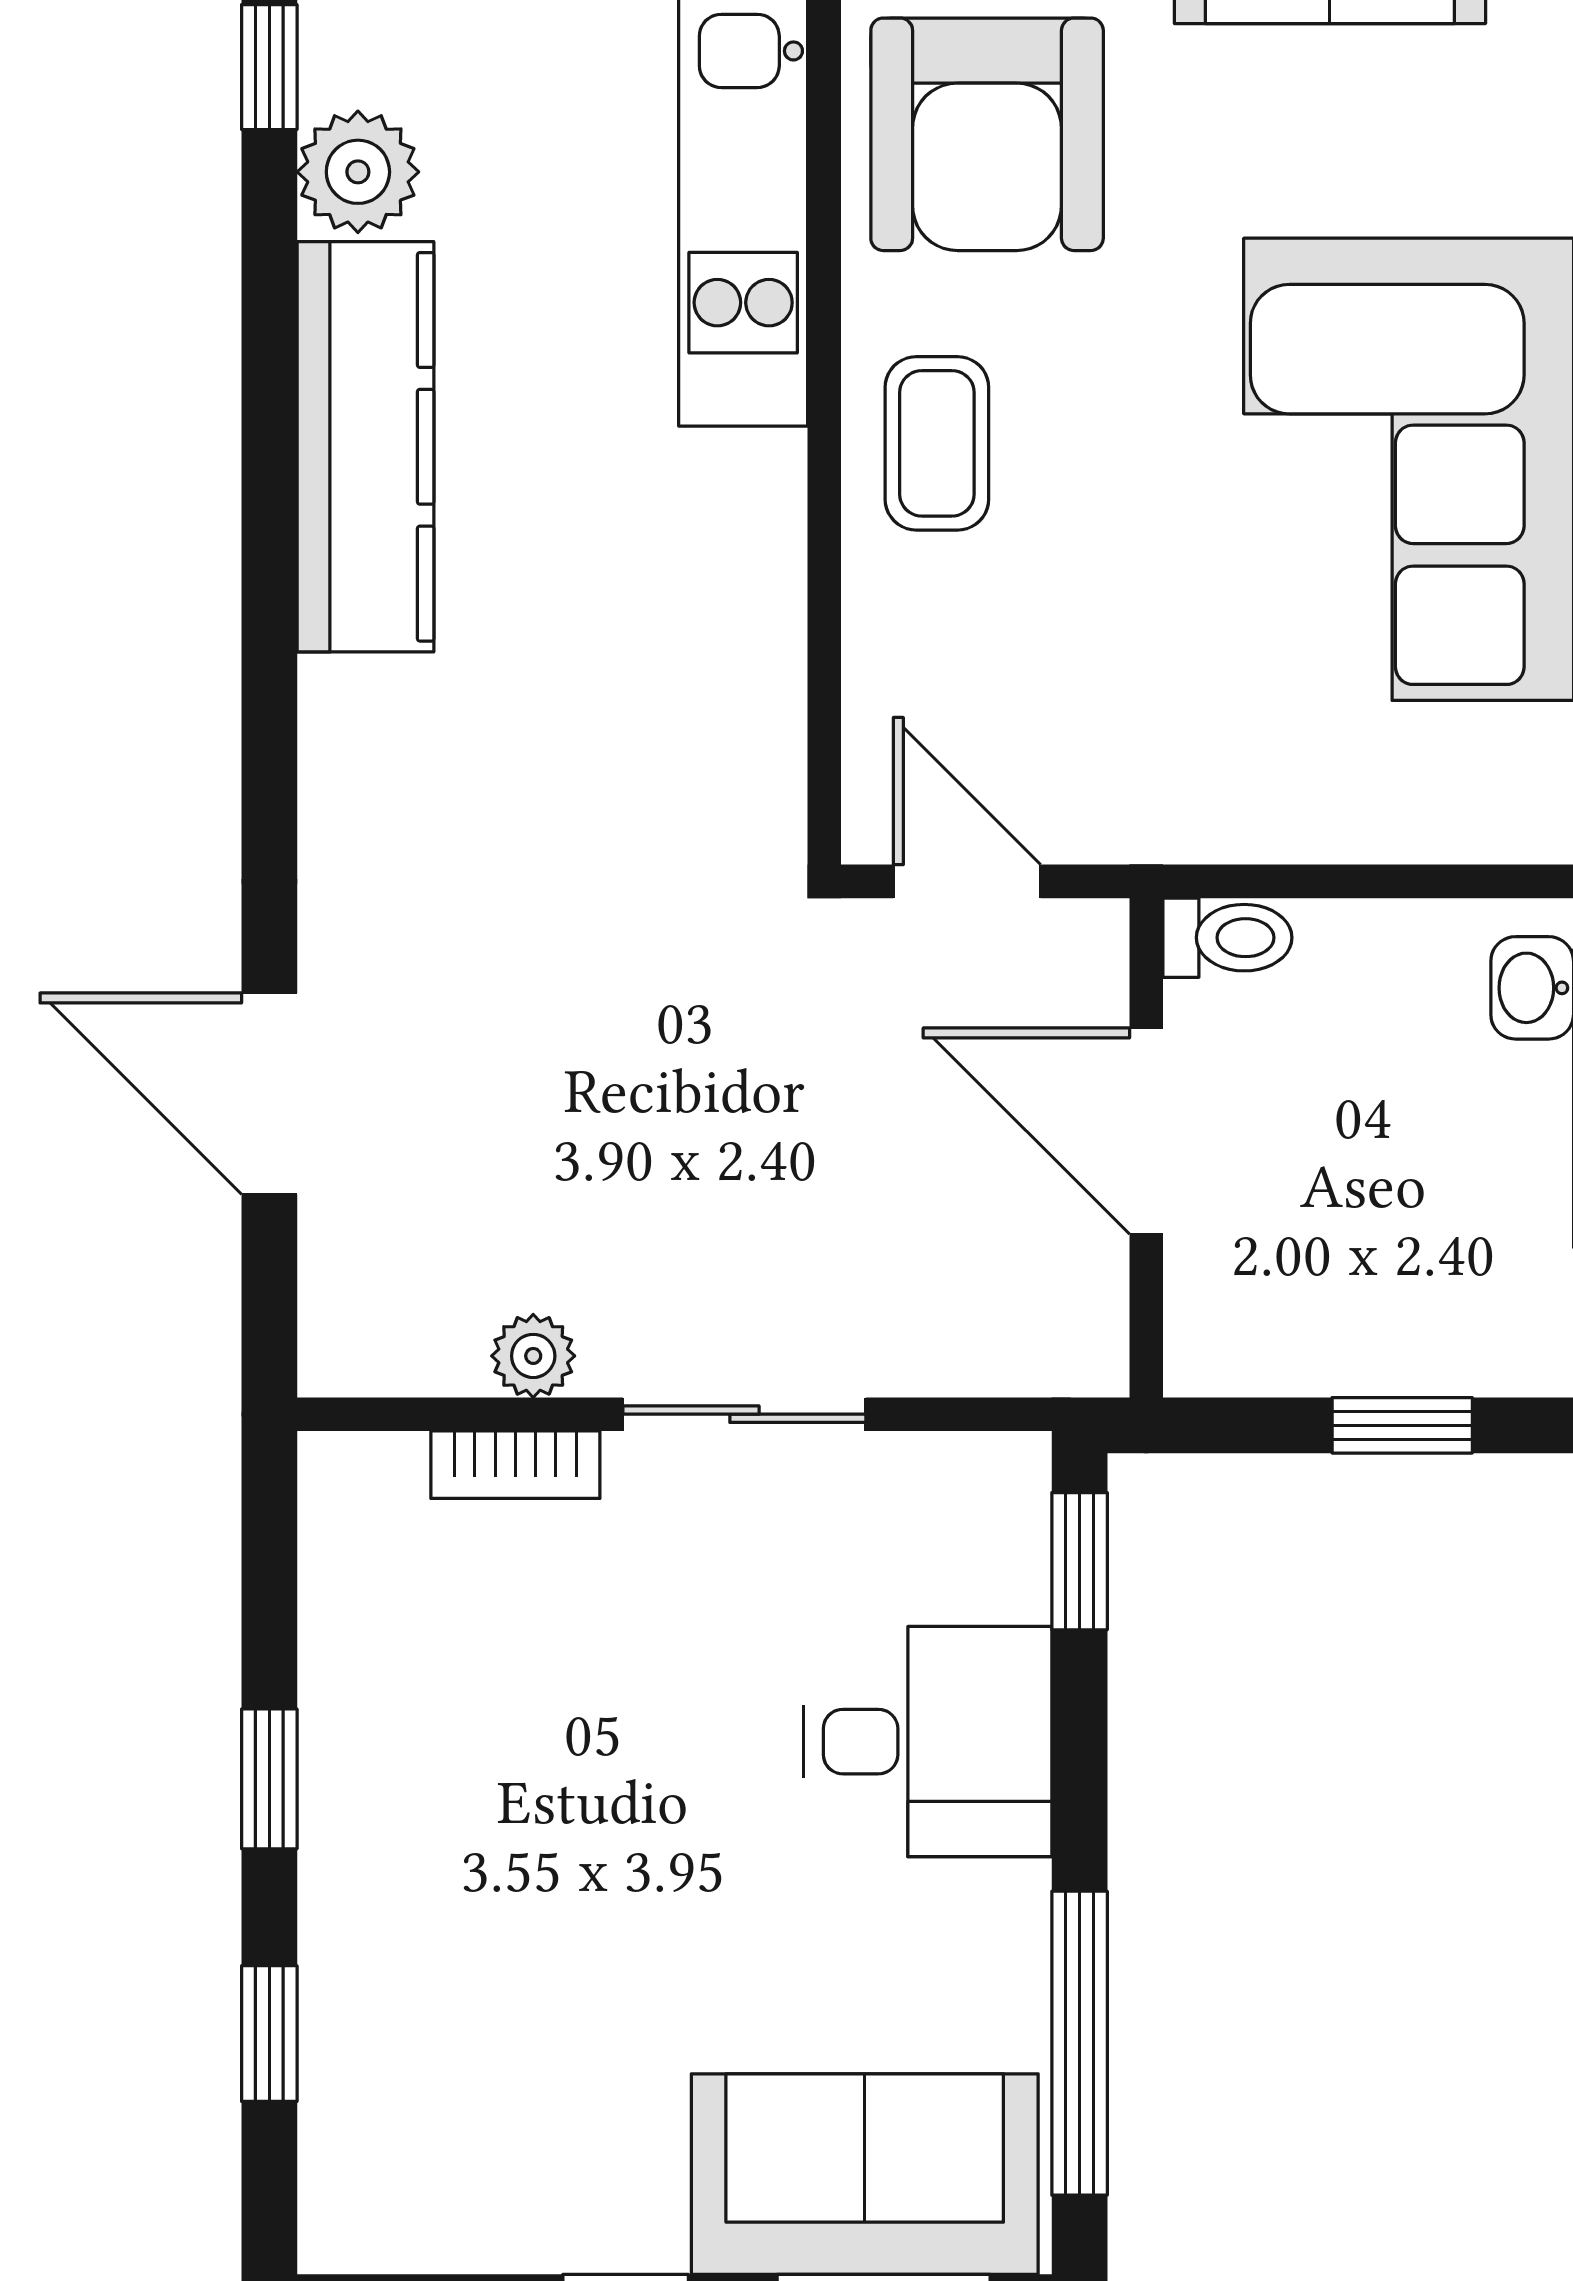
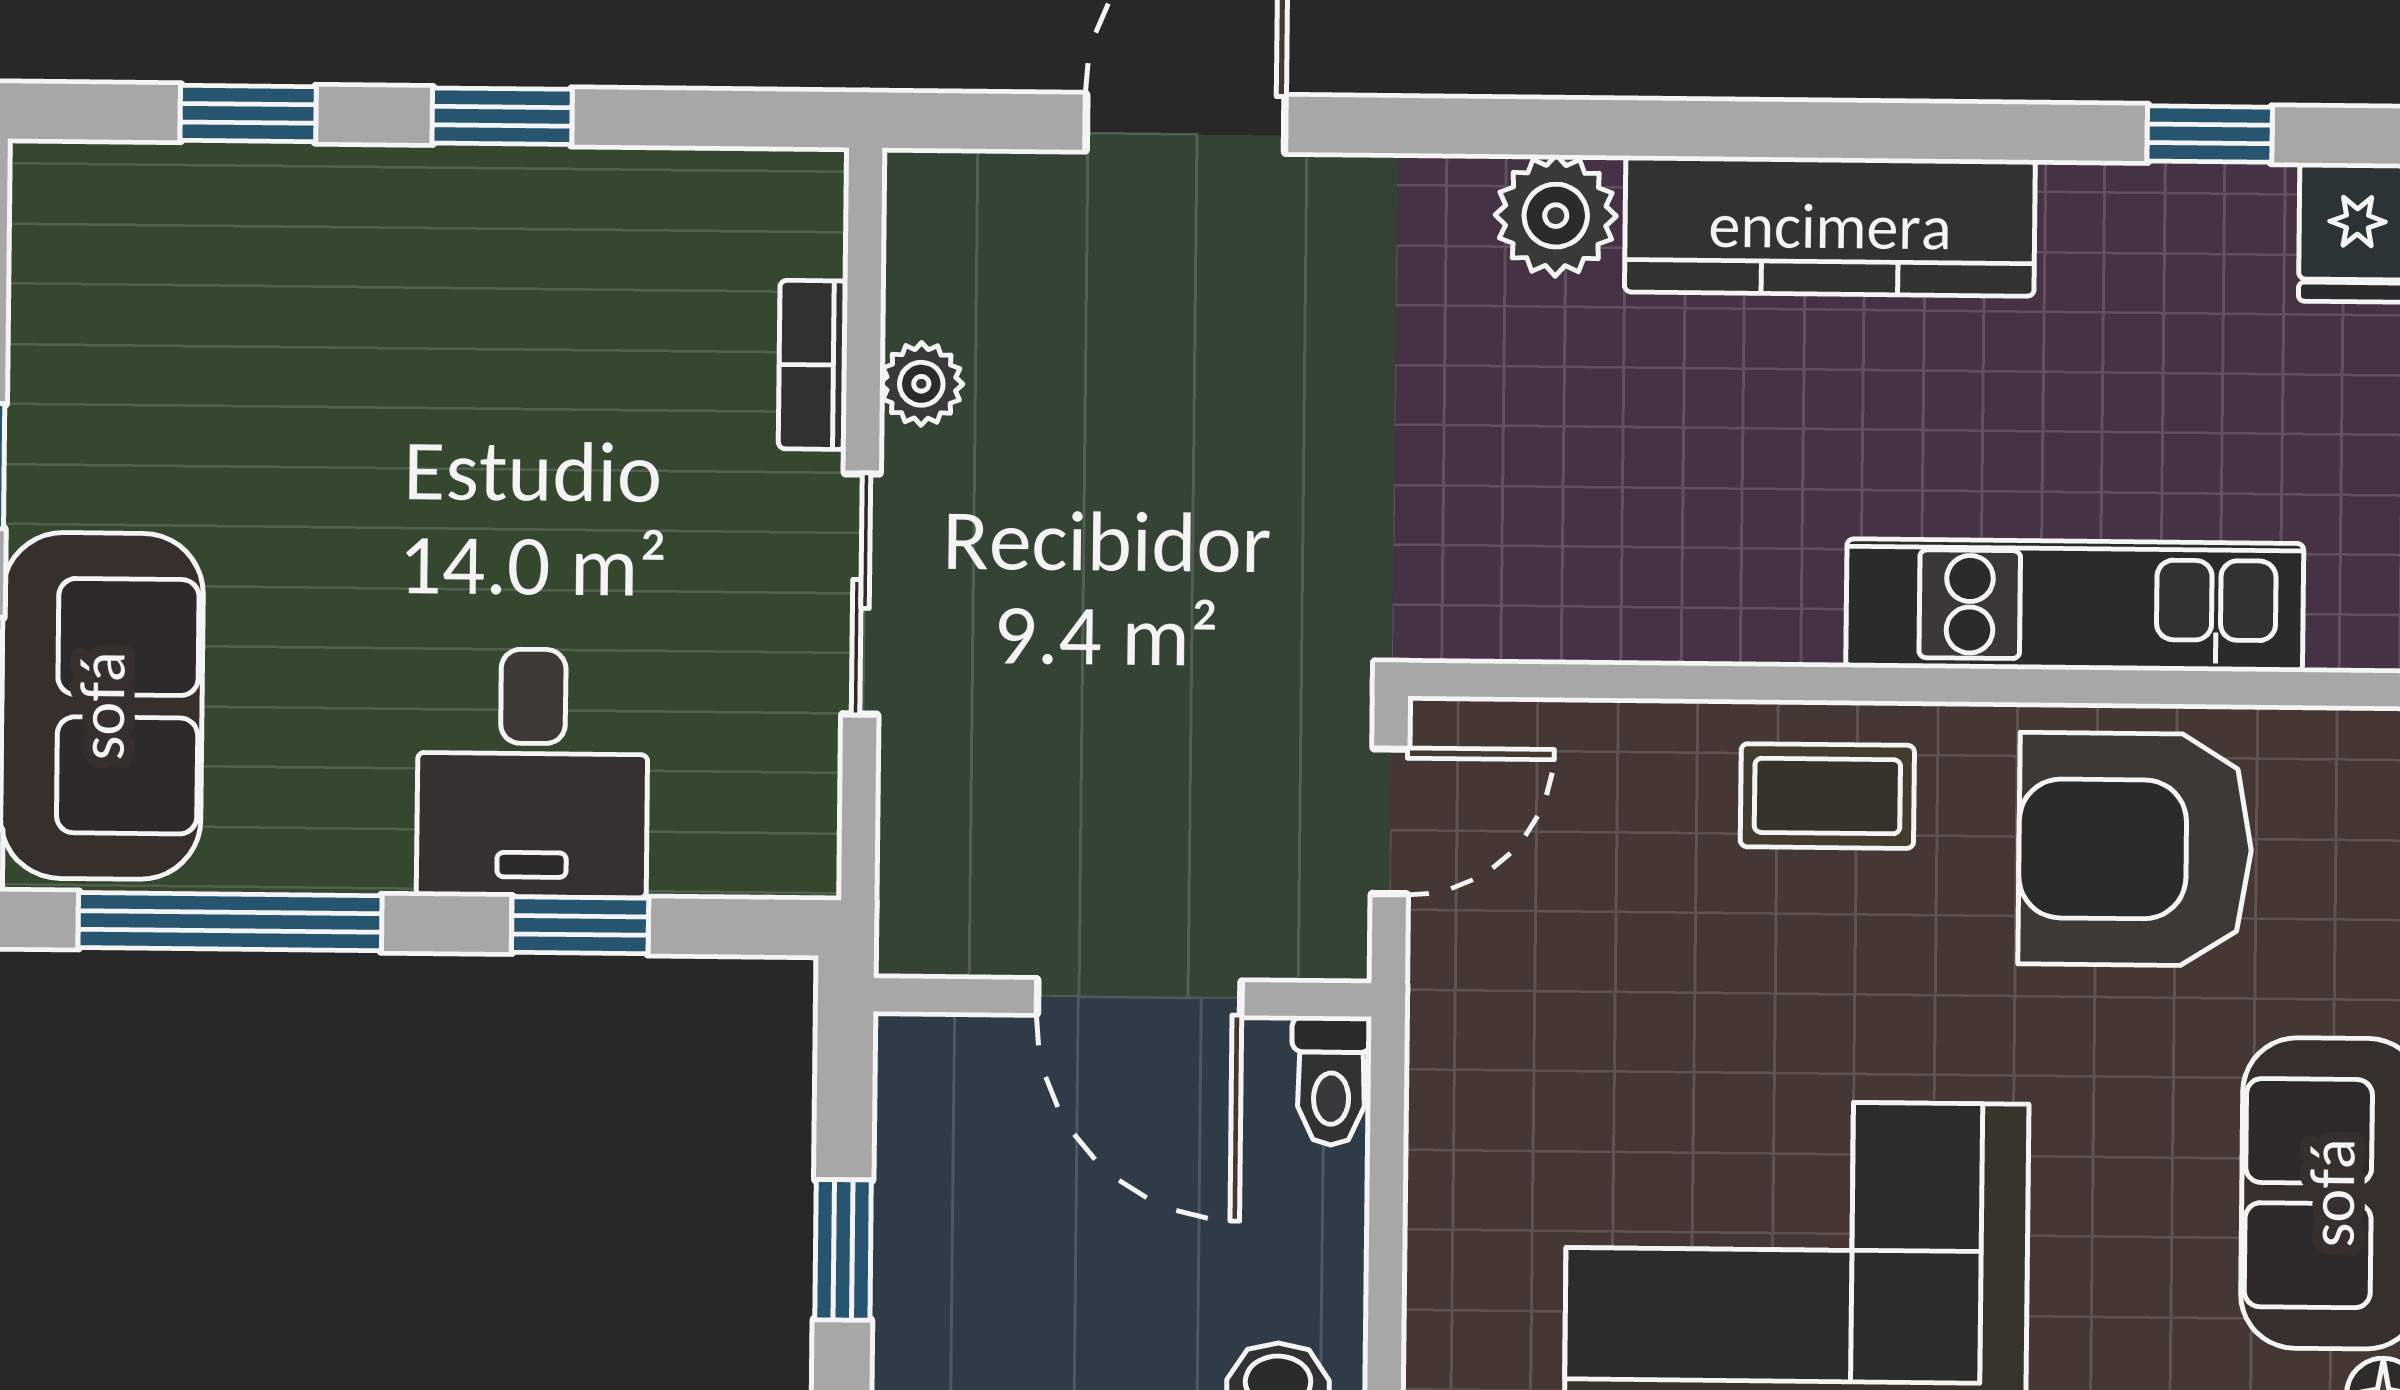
plant: (358, 172) -> (1556, 216), moved
door: (1146, 1131) -> (1139, 998), swing flipped
window: (1080, 1561) -> (580, 925), moved

